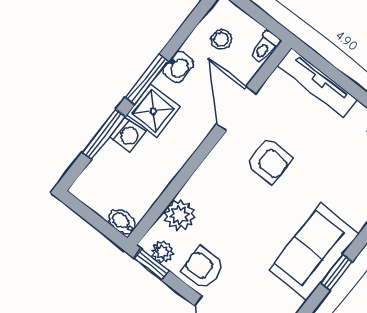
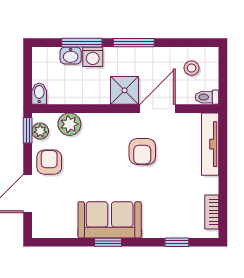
washbasin: (178, 67) -> (71, 56), moved
shower: (153, 111) -> (124, 90), moved

